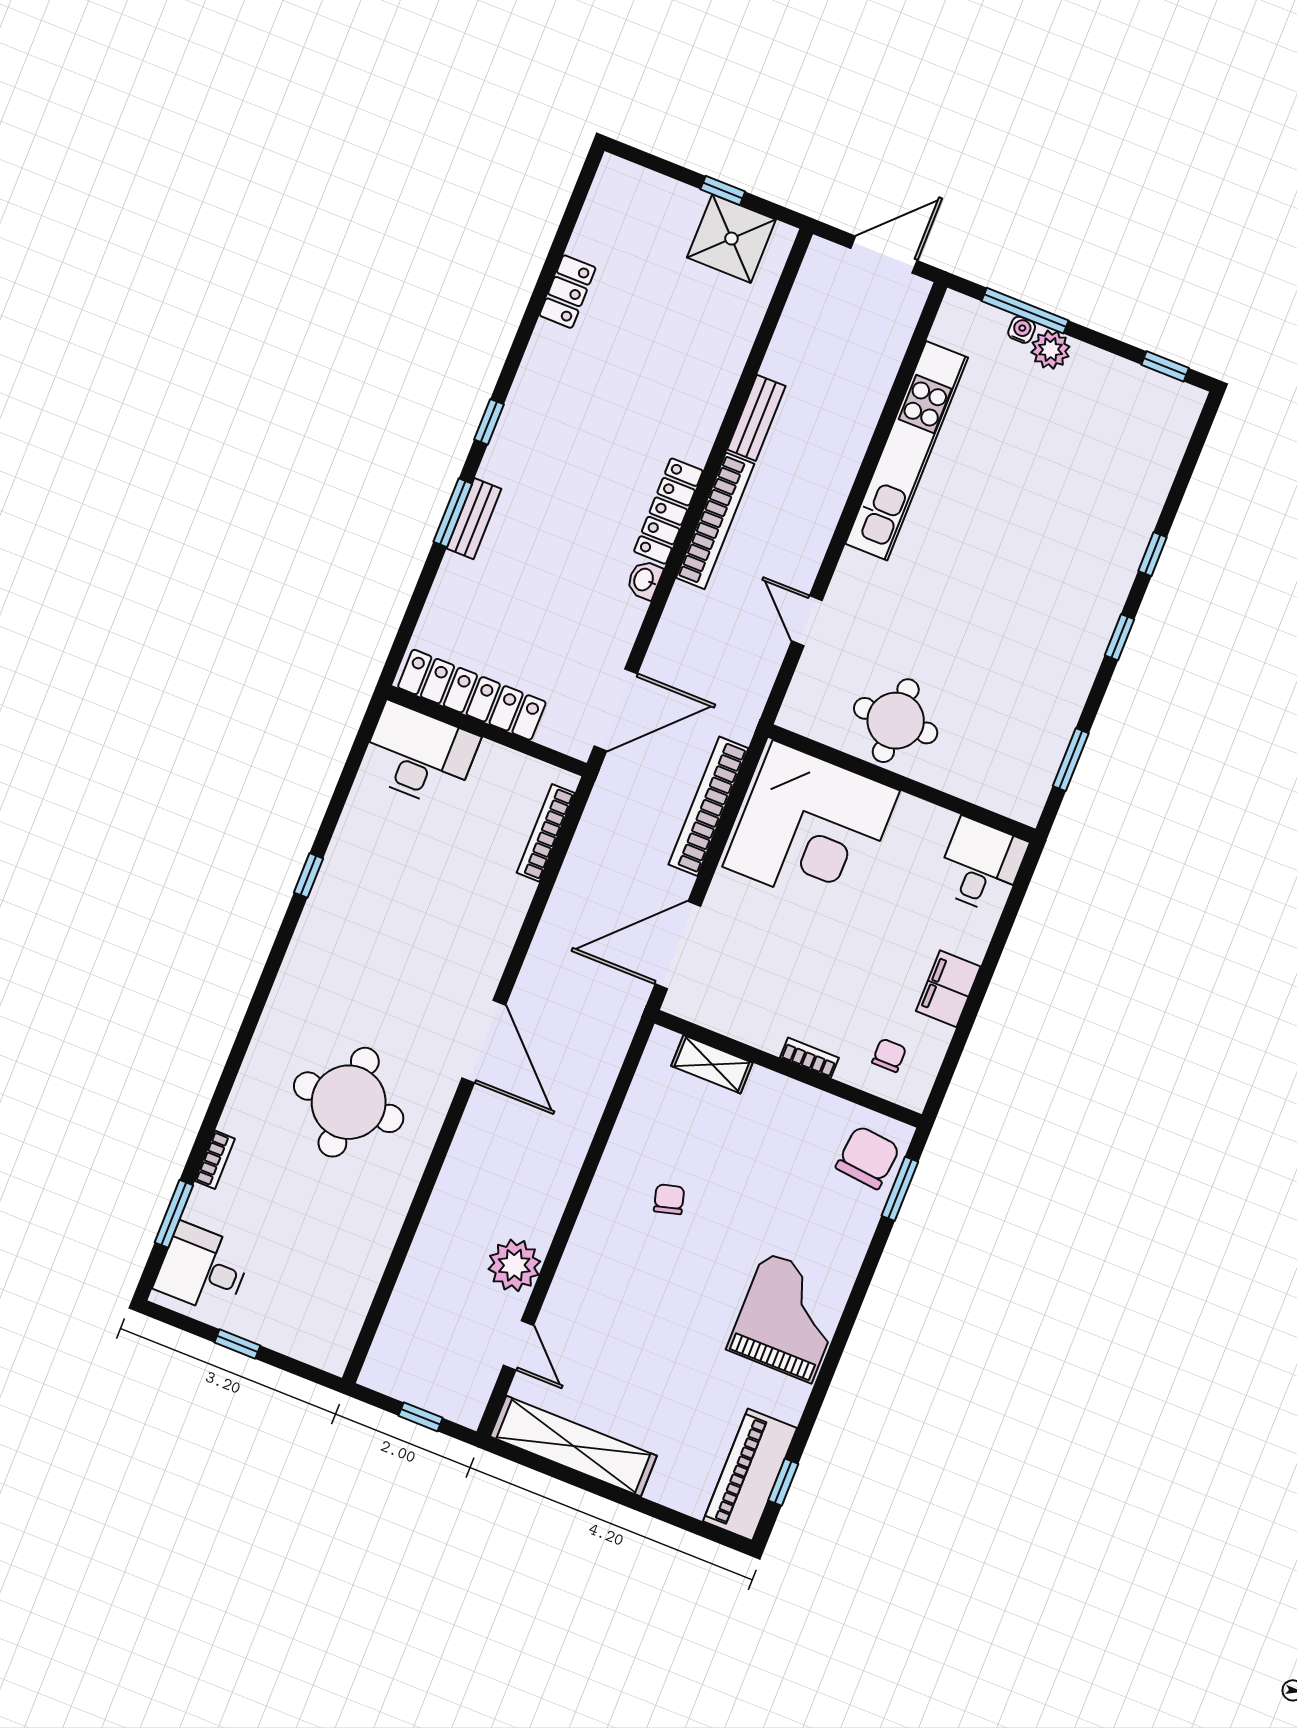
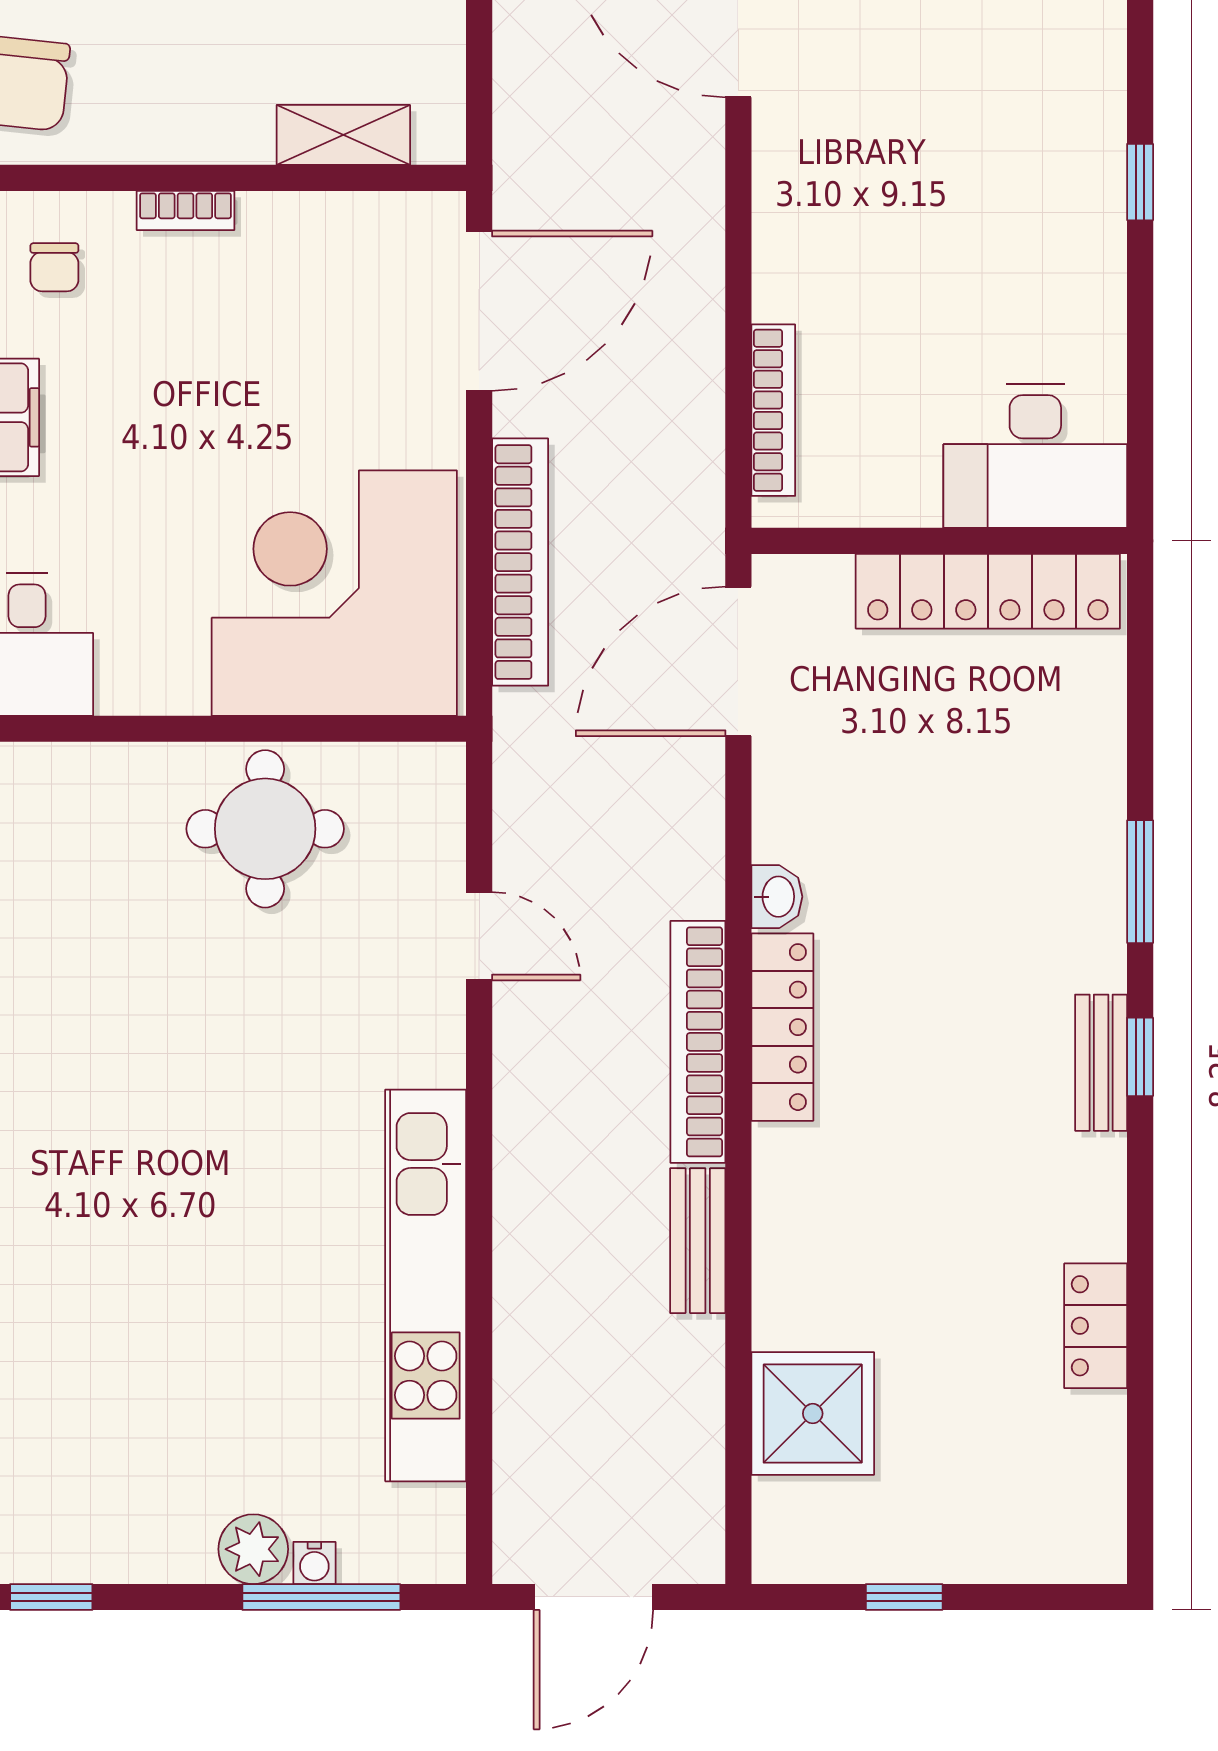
shower: (731, 239) -> (813, 1414), moved
bench: (474, 519) -> (1101, 1063), moved

